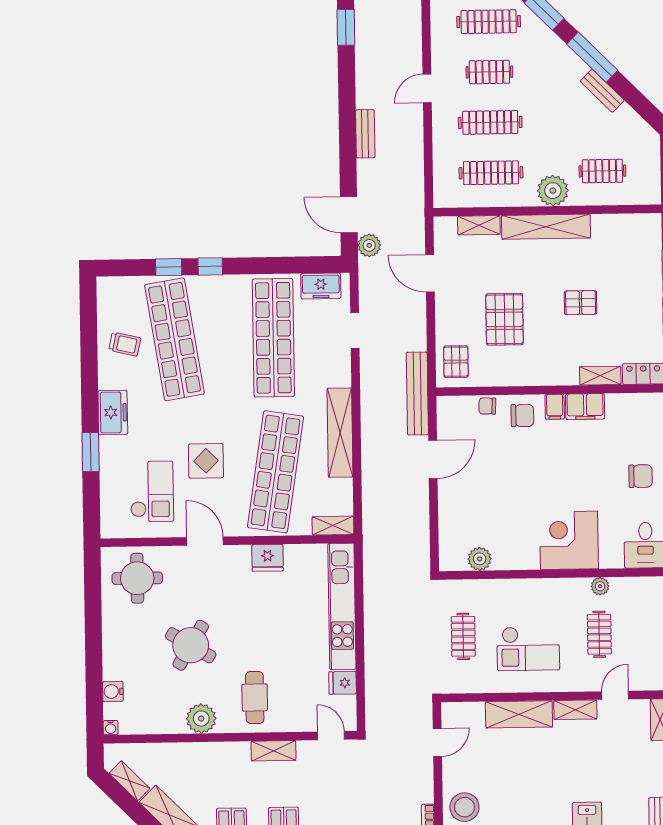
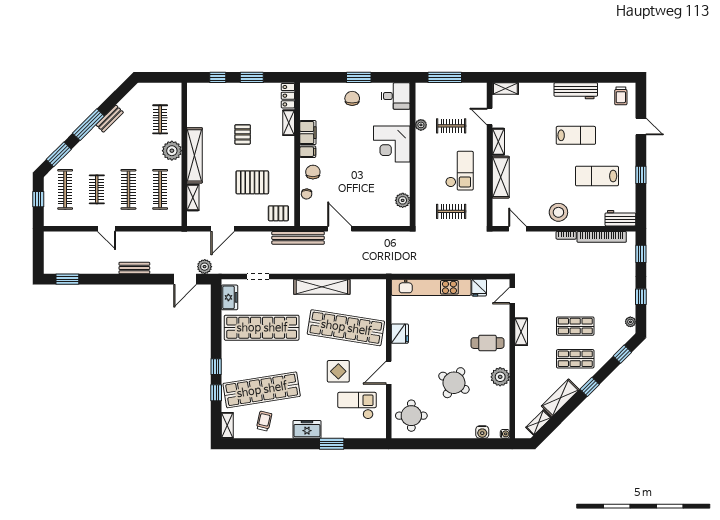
shelving: (333, 526) -> (227, 425), moved

